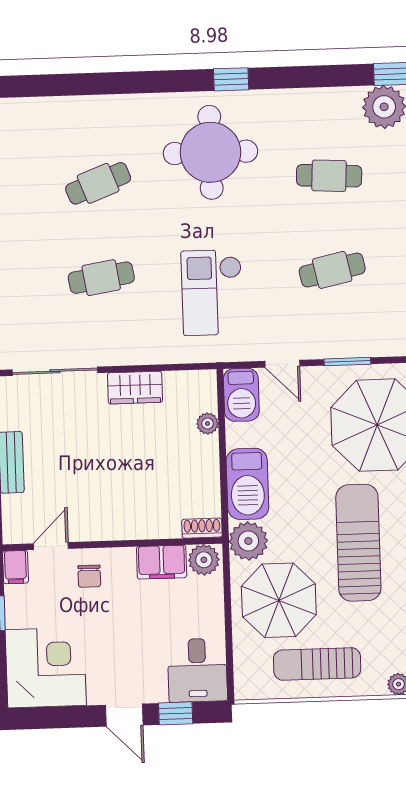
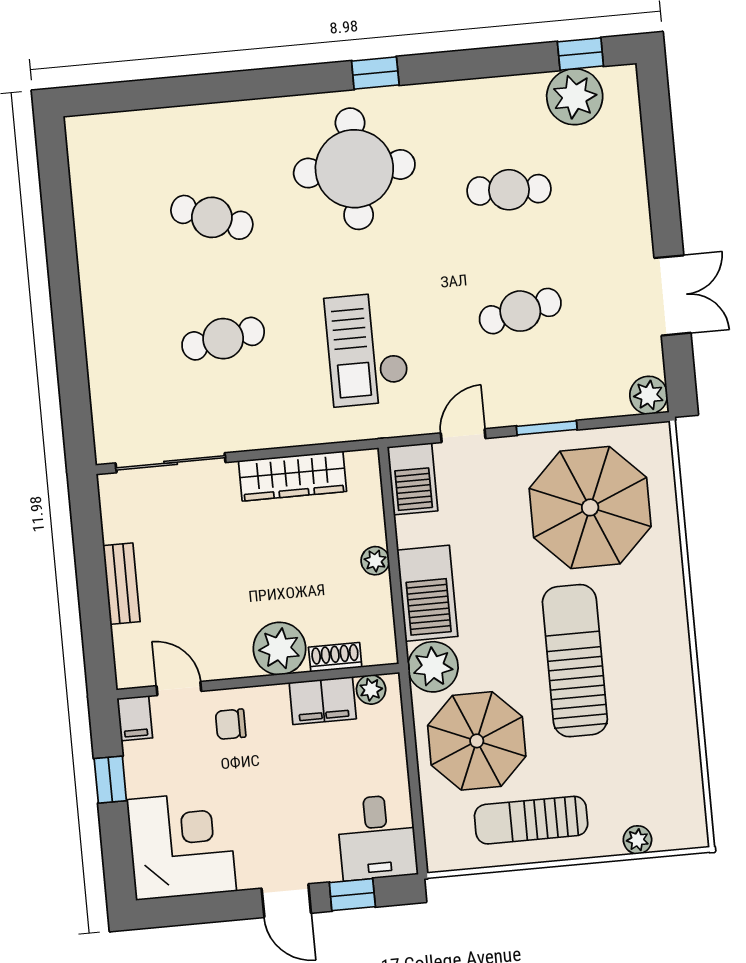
cafe table: (98, 183) -> (212, 217), turned 42
door: (282, 364) -> (463, 436), swing flipped
wardrobe: (135, 388) -> (292, 476), width x1.50
plant: (207, 424) -> (375, 561), moved
plant: (131, 520) -> (279, 649), added
shoe rack: (202, 528) -> (335, 657), moved
door: (51, 546) -> (179, 688), hinge flipped
plant: (204, 560) -> (371, 690), width x0.73, depth x0.73
chair: (89, 576) -> (231, 724), turned 90

